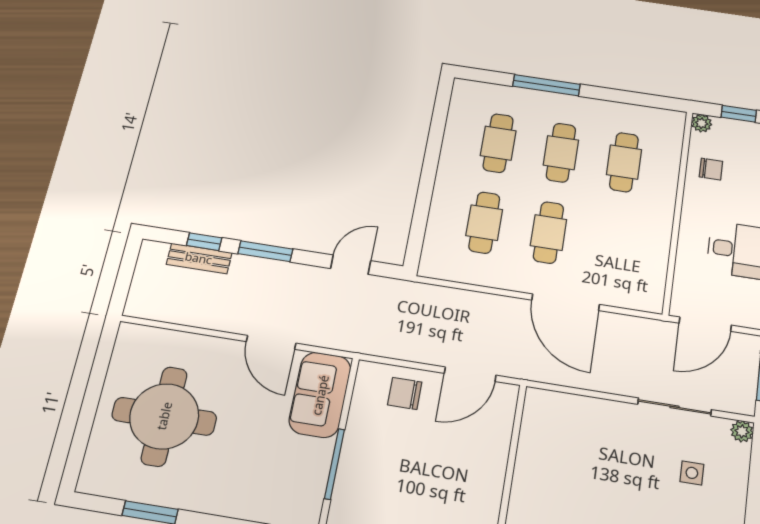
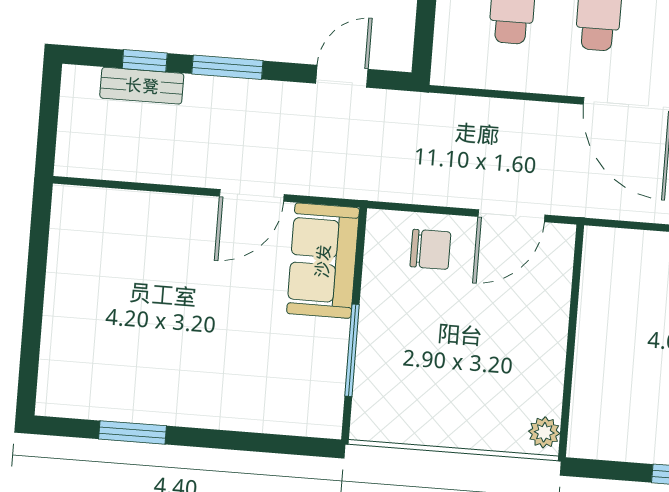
door: (271, 342) -> (252, 195), hinge flipped
chair: (405, 393) -> (430, 249), turned 180
round table: (164, 416) -> (130, 307), removed

